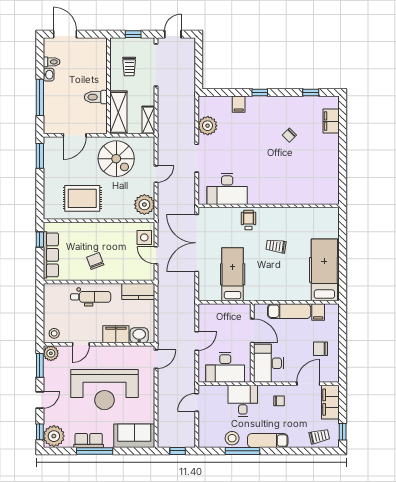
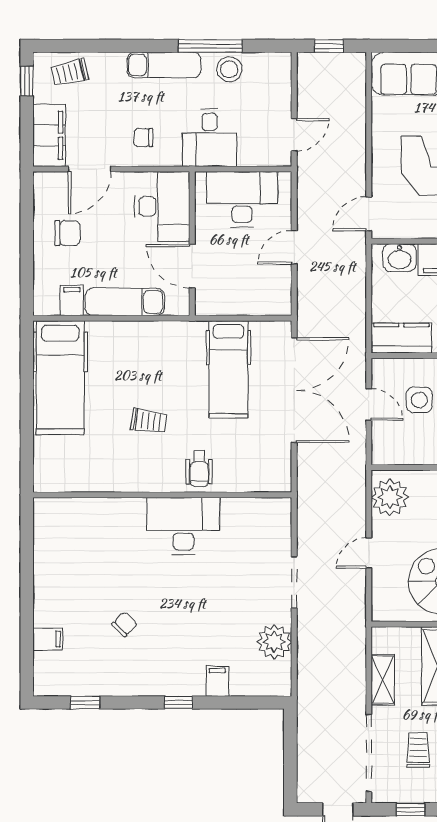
shelving: (148, 120) -> (383, 680), moved
filing cabinet: (331, 121) -> (48, 639), width x0.50
desk: (227, 189) -> (183, 526), moved
side table: (144, 237) -> (419, 400), moved
double door: (197, 243) -> (294, 390), moved

